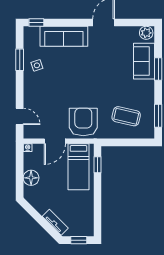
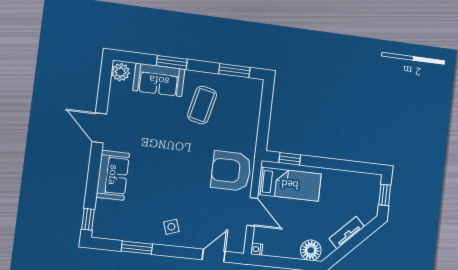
sofa: (64, 36) -> (113, 175), width x0.73
side table: (37, 65) -> (171, 227), moved
coffee table: (126, 116) -> (202, 105), moved
floor lamp: (31, 178) -> (311, 250), moved
tv unit: (55, 222) -> (347, 233), moved

